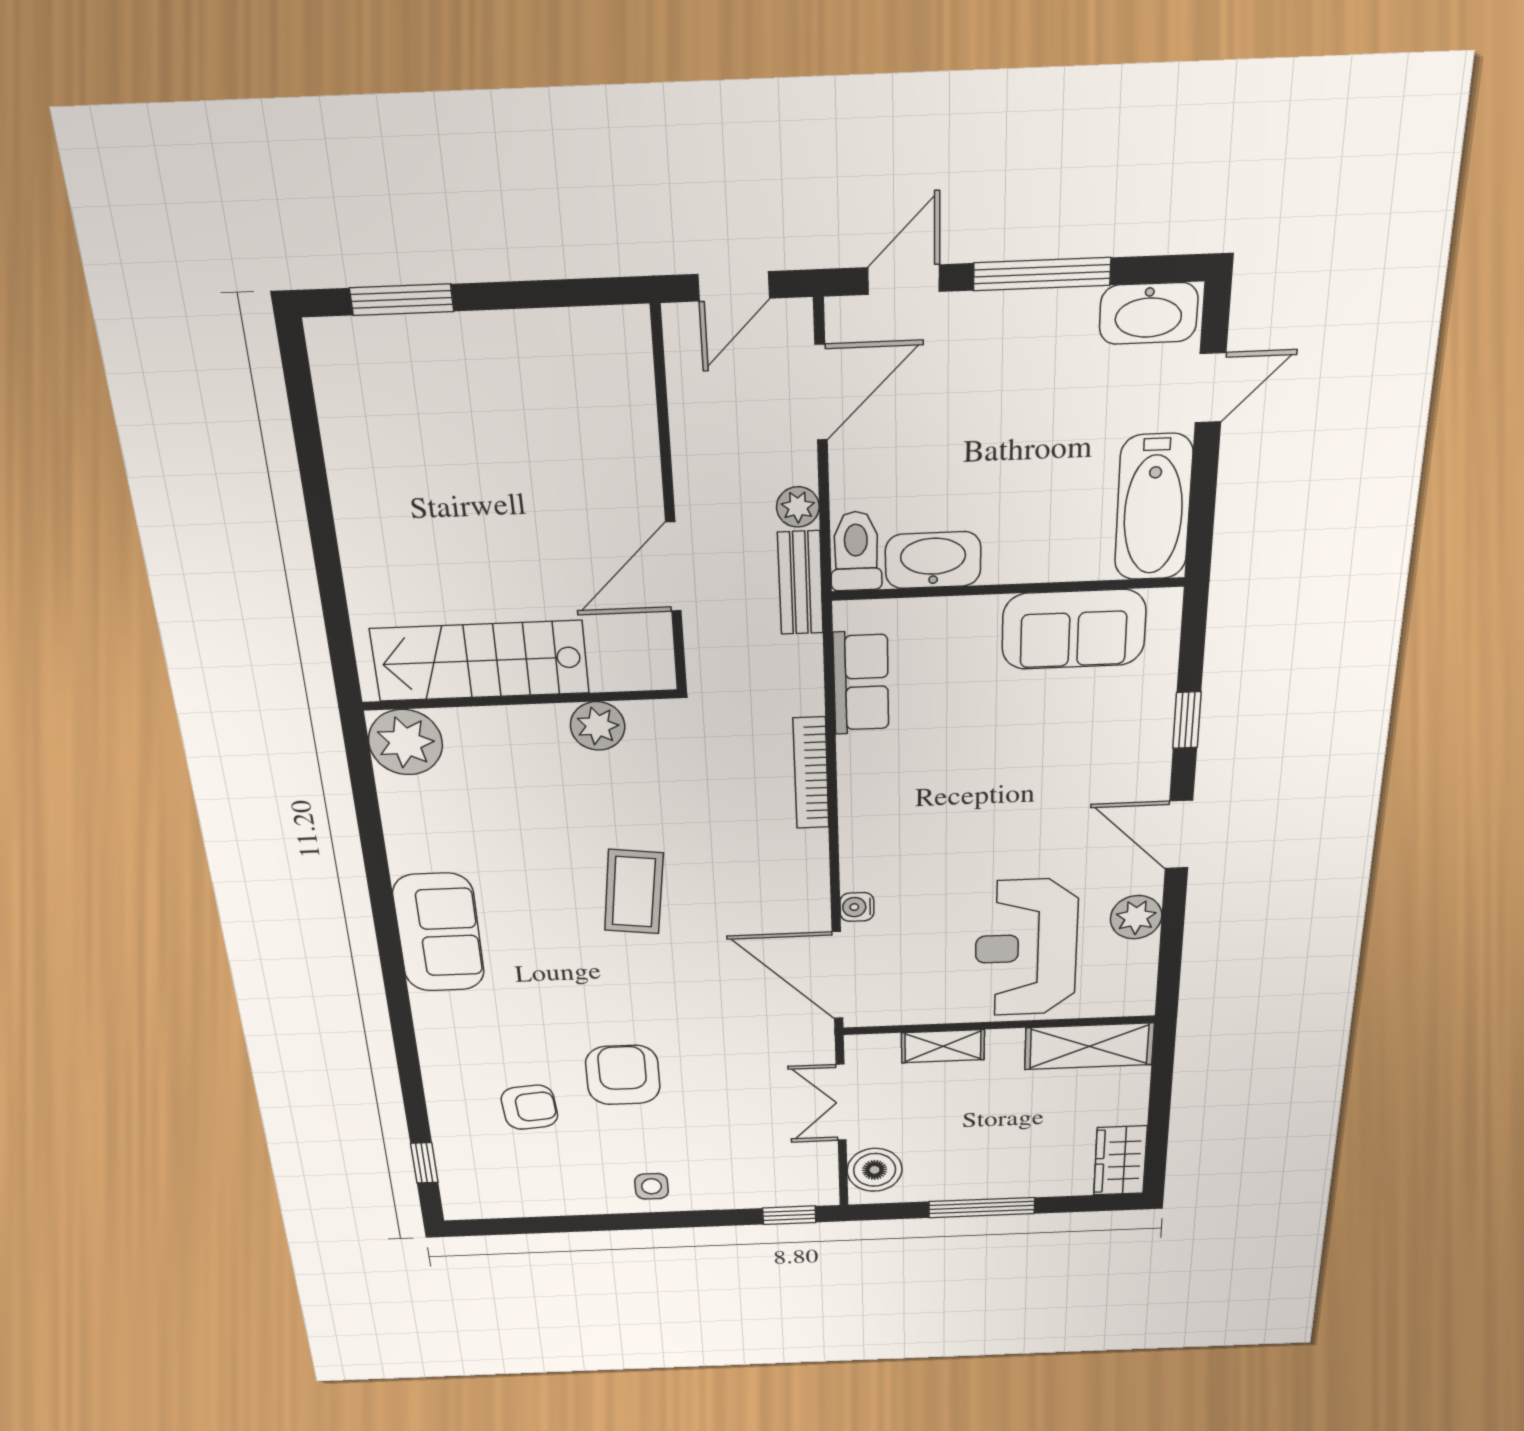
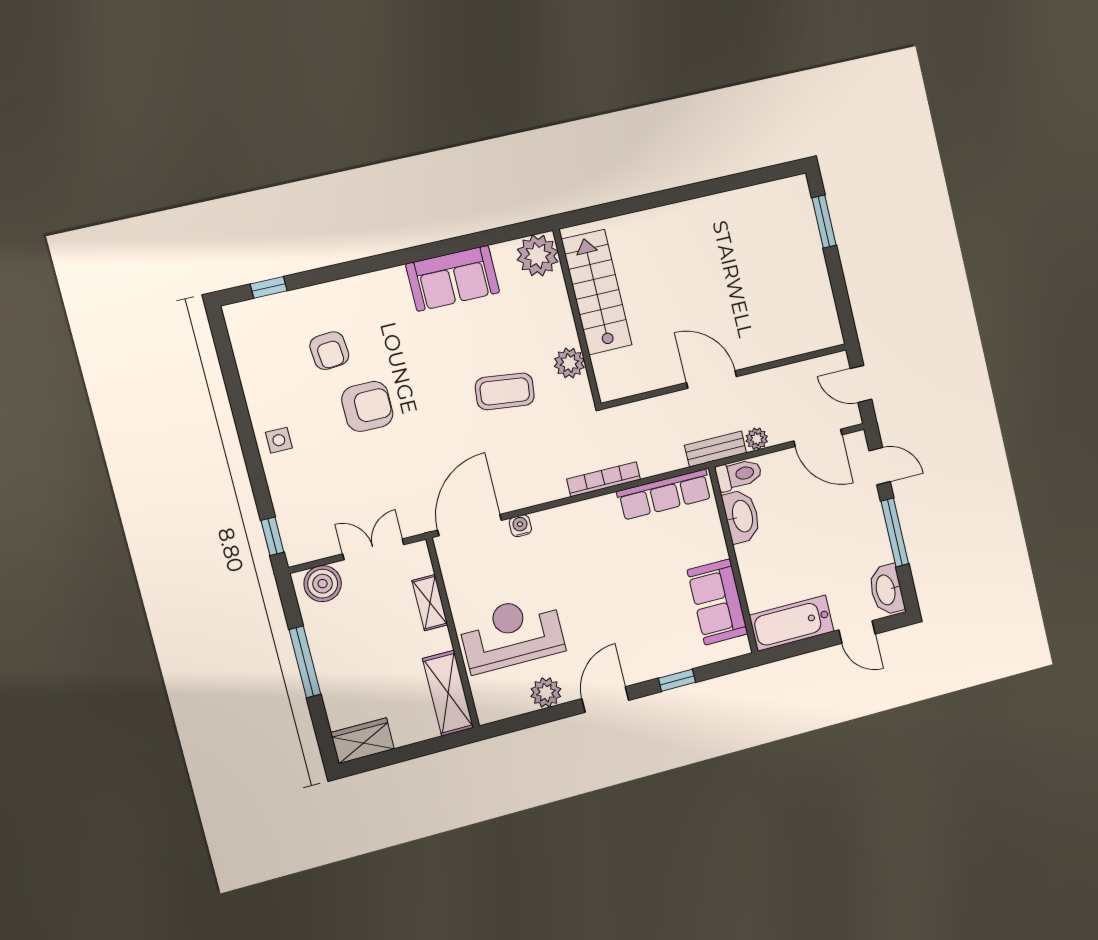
stairs: (480, 661) -> (597, 292), moved
row of seats: (861, 683) -> (664, 495), width x1.48
wall: (520, 700) -> (577, 317), moved
plant: (598, 726) -> (569, 363), moved
plant: (405, 742) -> (538, 256), moved

